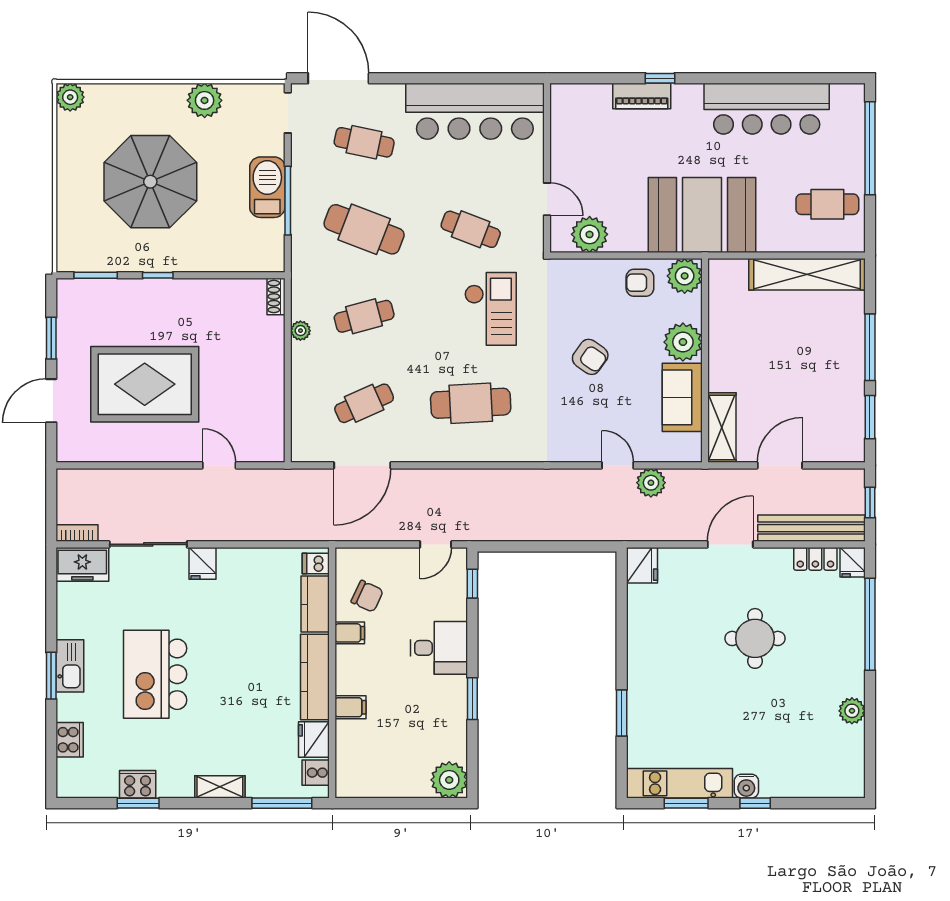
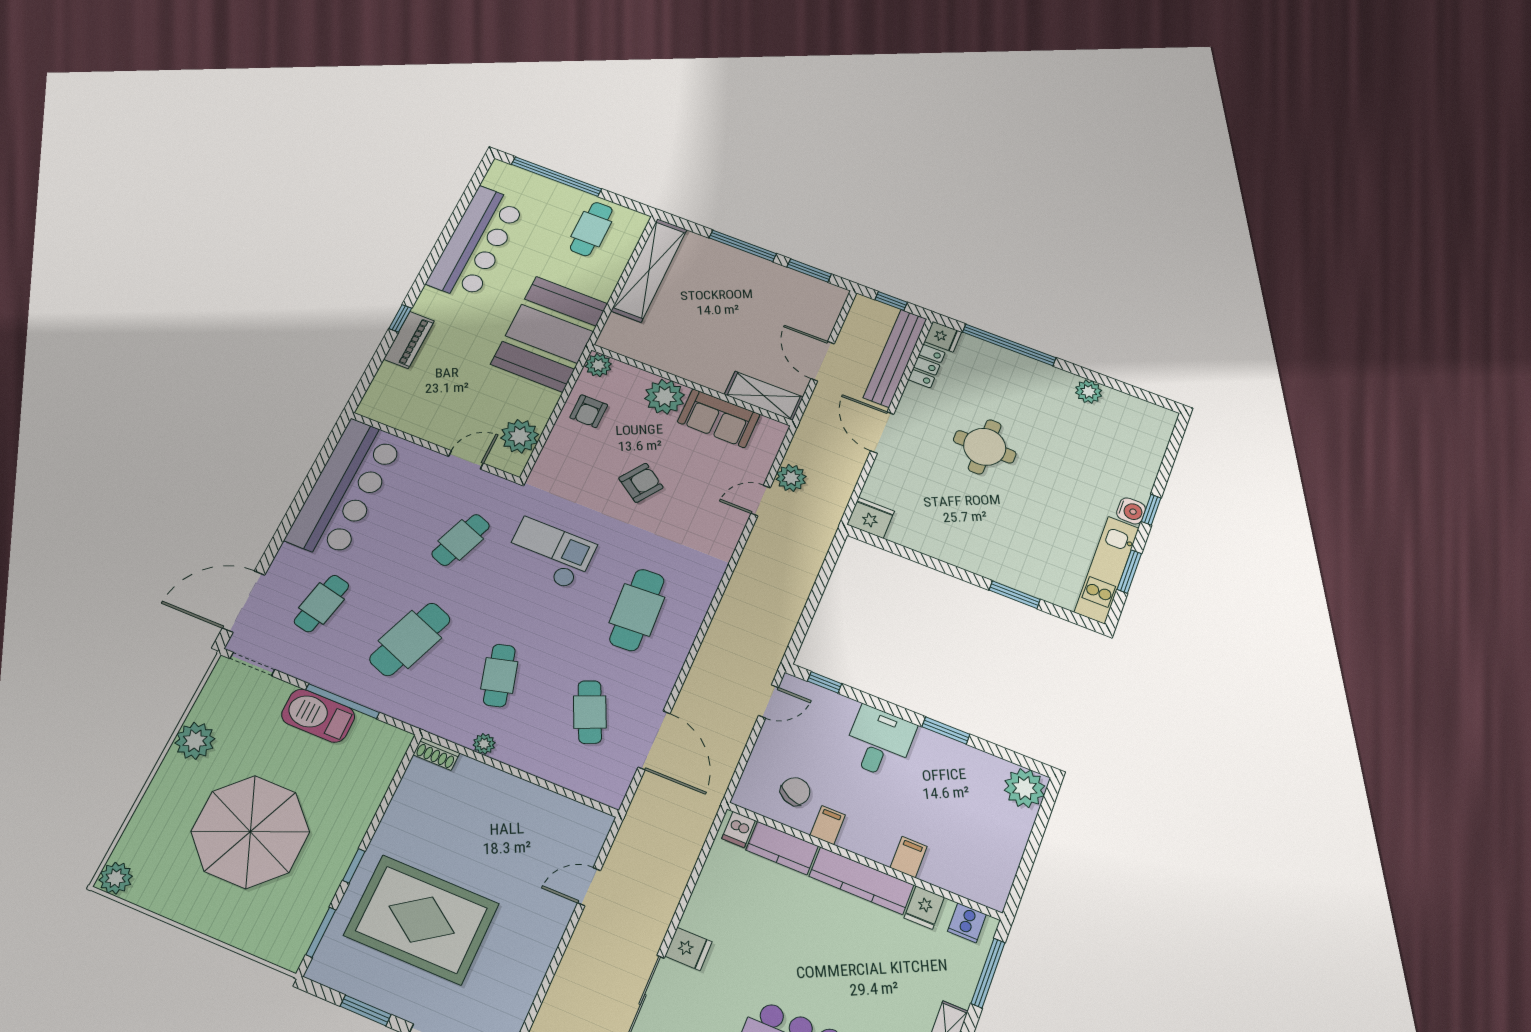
plant: (685, 276) -> (598, 365), width x0.73, depth x0.73
rug: (145, 384) -> (422, 920), moved, turned 90
door: (436, 544) -> (769, 701), hinge flipped
fridge: (314, 740) -> (924, 908), width x0.72

